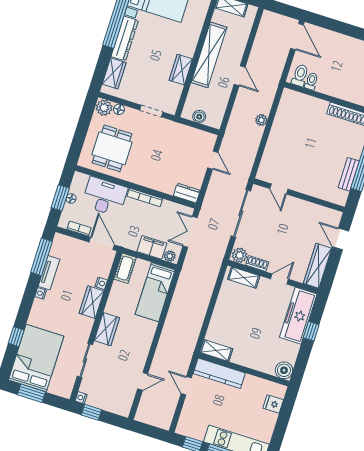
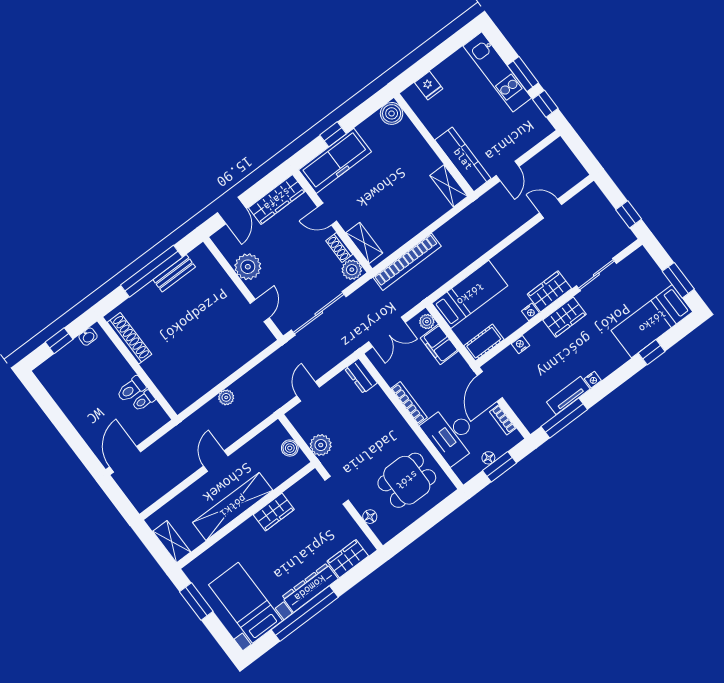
toilet: (300, 75) -> (131, 389), moved
plant: (104, 108) -> (321, 445), moved
plant: (306, 211) -> (248, 267), added
bookcase: (209, 285) -> (407, 262), added
wardrobe: (92, 302) -> (565, 317), moved
bed: (36, 358) -> (652, 321), width x0.67
nightstand: (81, 398) -> (530, 312), moved

